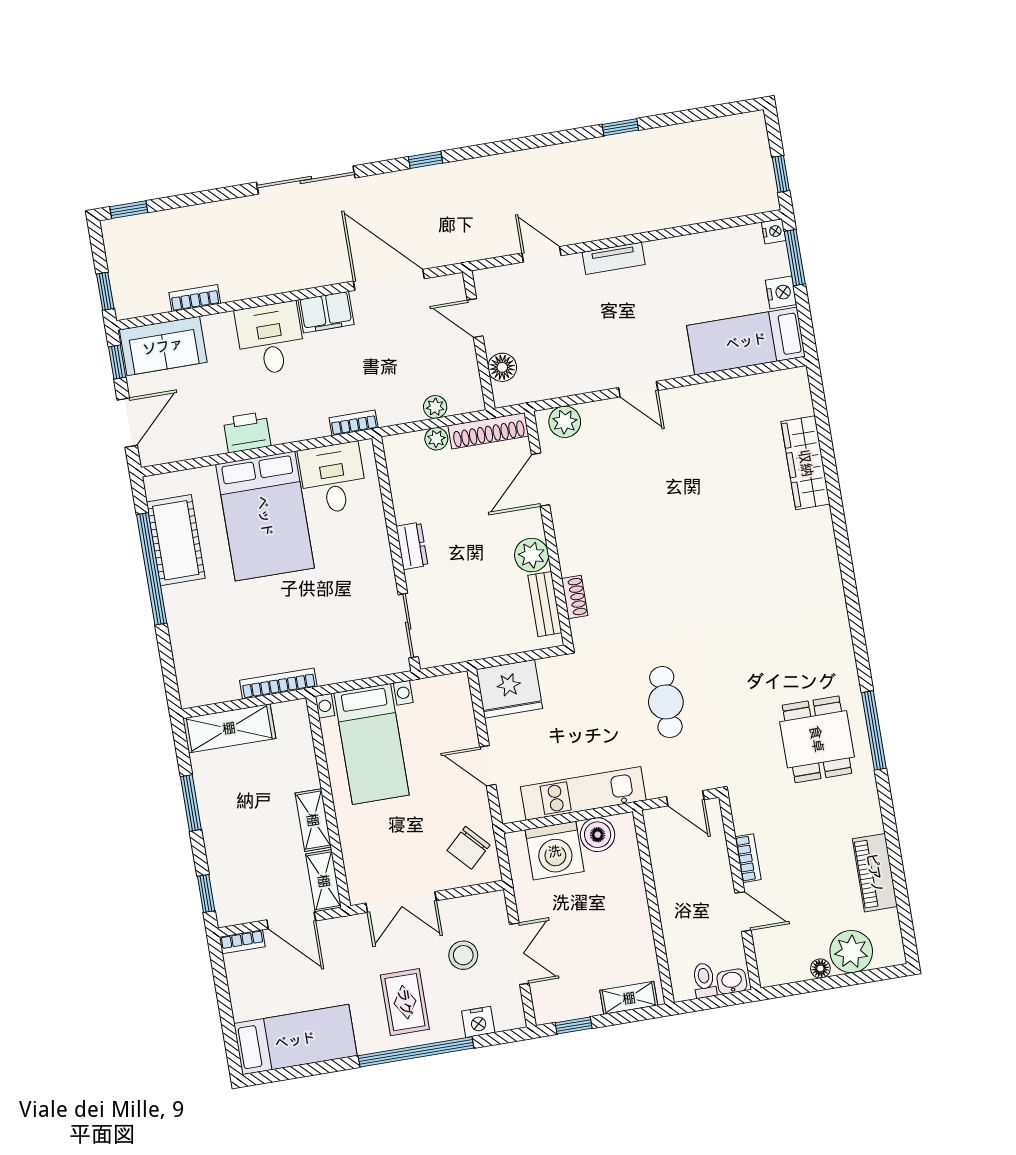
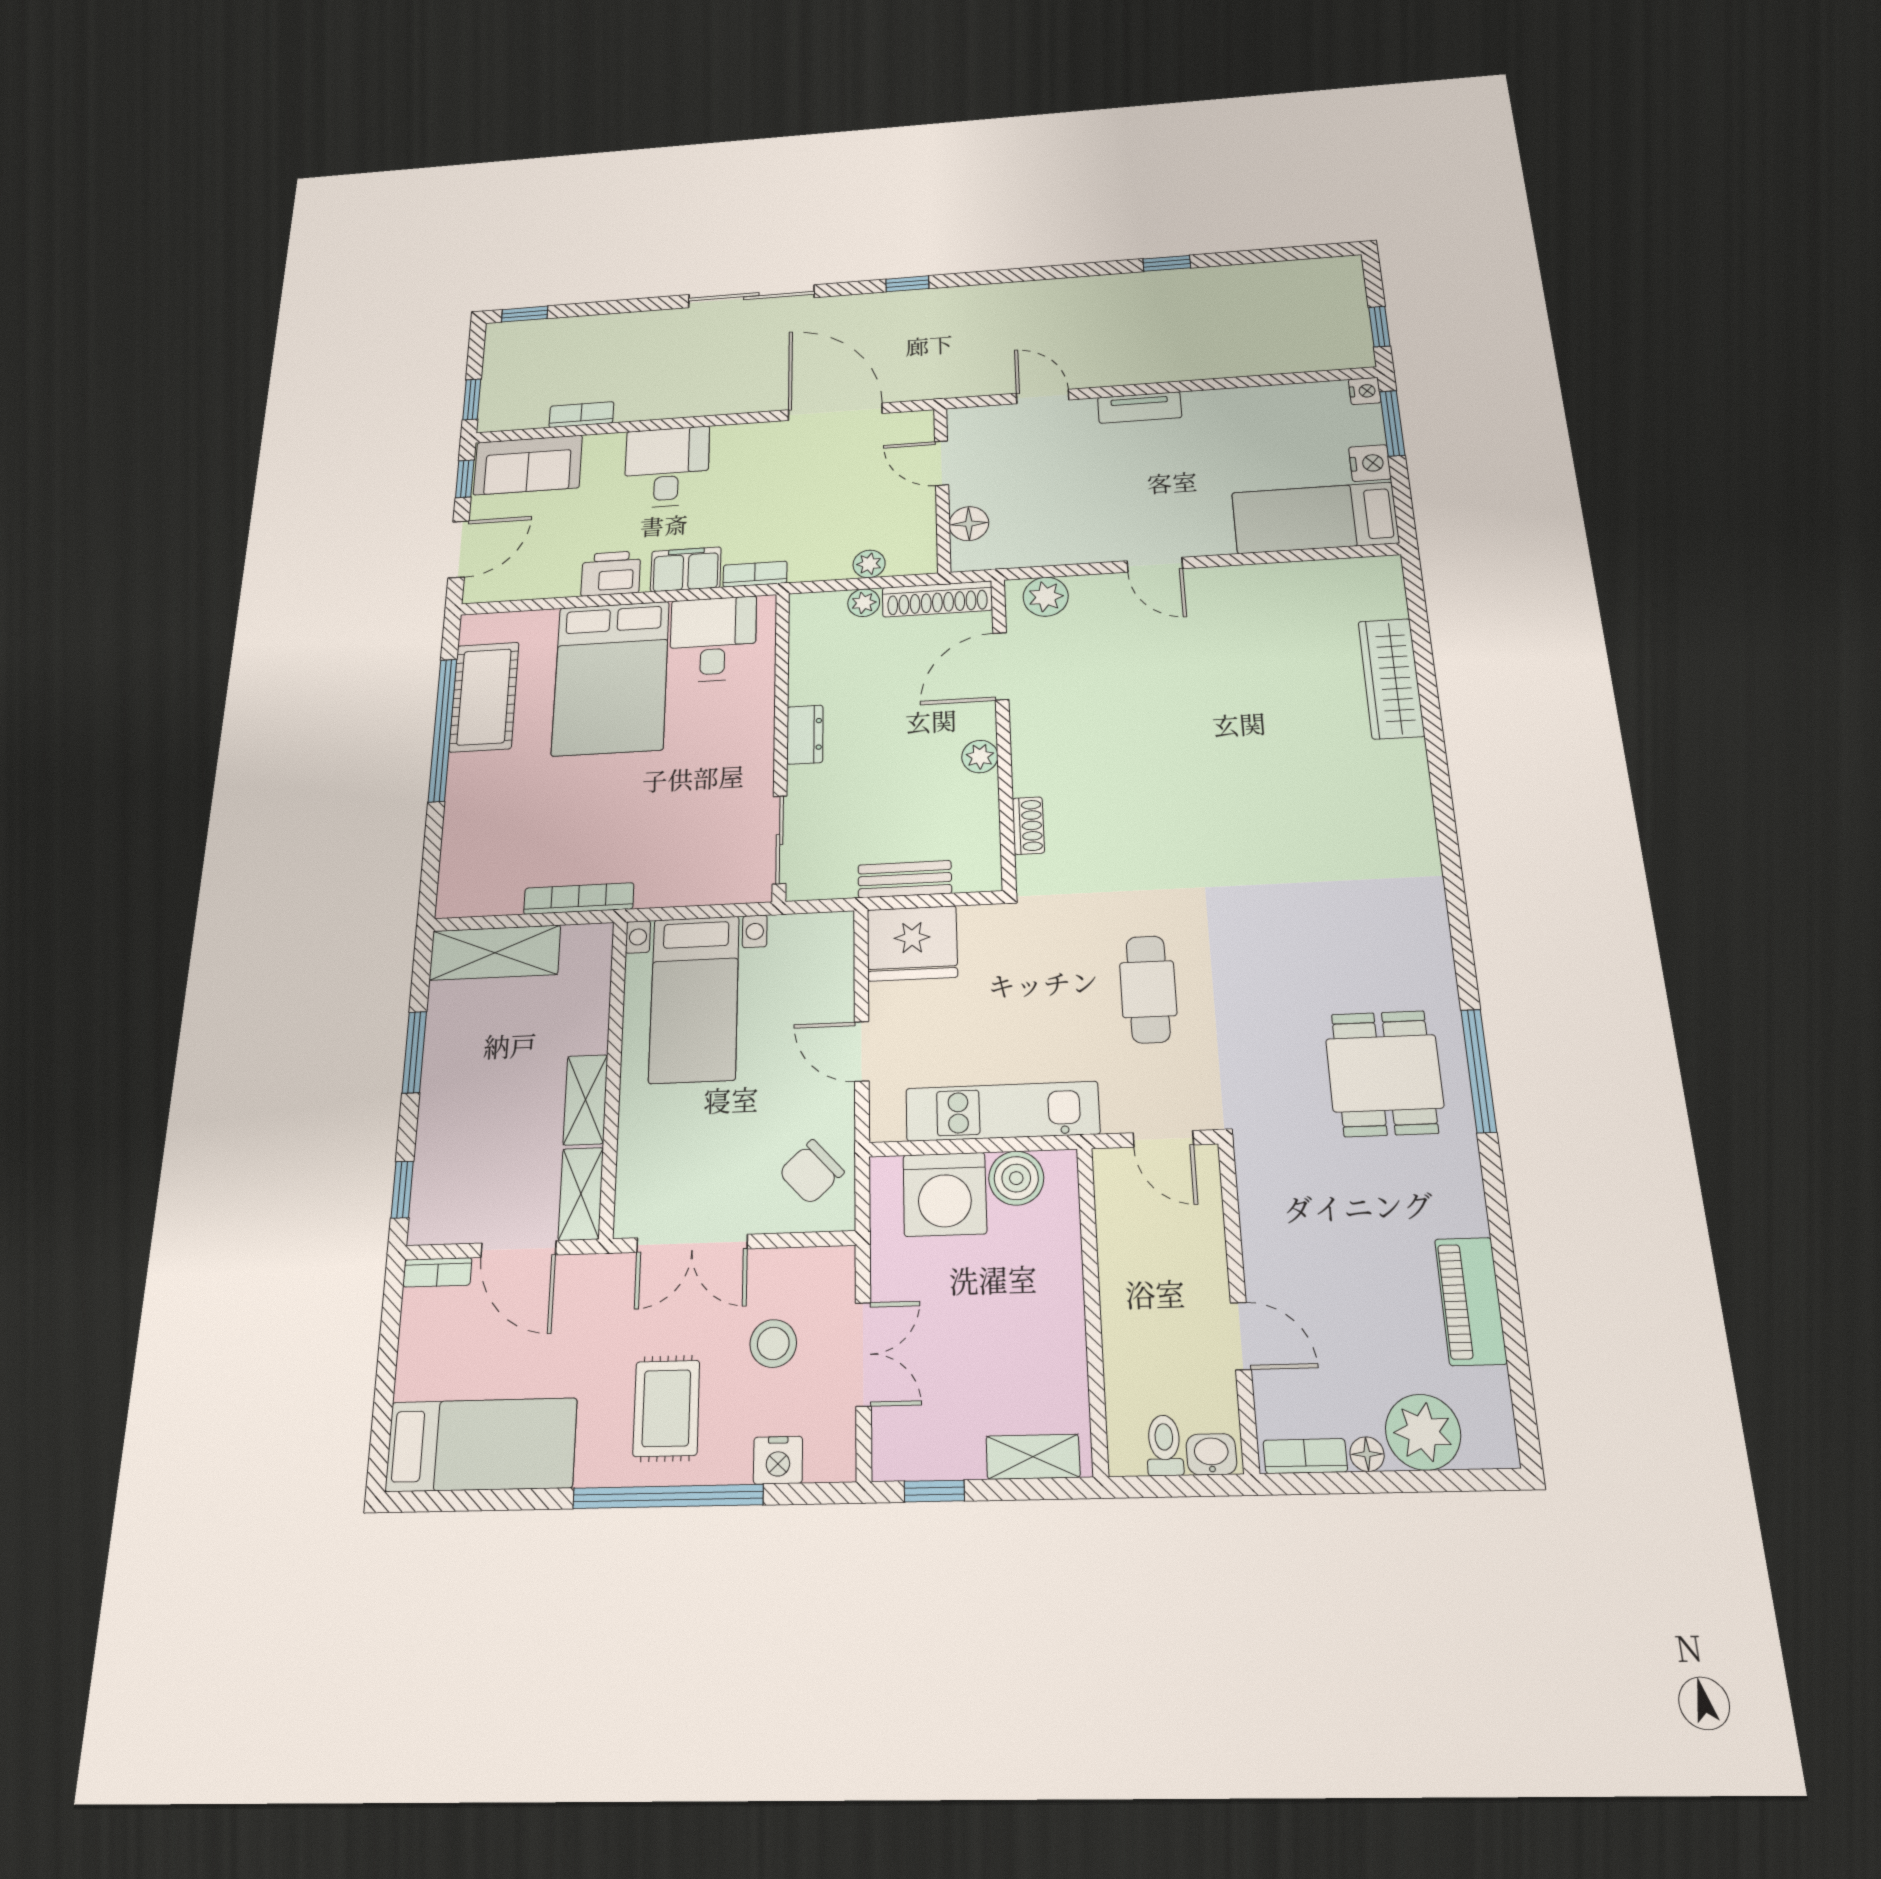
filing cabinet: (326, 312) -> (686, 569), moved, turned 180
plant: (532, 555) -> (980, 757), width x0.73, depth x0.73
bench: (545, 604) -> (905, 879), moved, turned 90
bookcase: (748, 858) -> (1305, 1456), moved, turned -90

